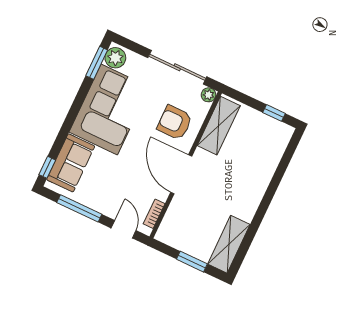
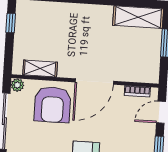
armchair: (175, 123) -> (53, 105), width x1.36, depth x1.36
shelving: (219, 126) -> (40, 68), width x0.67, depth x0.75

